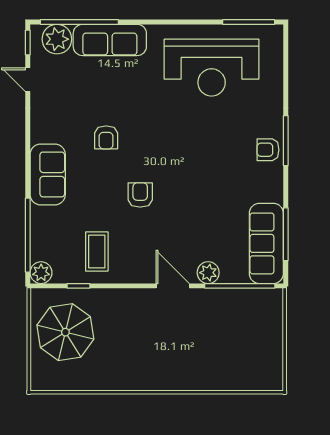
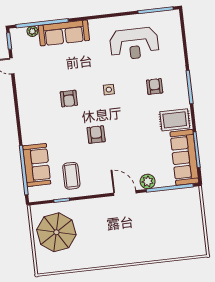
plant: (57, 39) -> (32, 31), width x0.53, depth x0.53
reception desk: (212, 68) -> (134, 44), width x0.74, depth x0.77
side table: (166, 131) -> (109, 90), added
armchair: (268, 150) -> (155, 86), moved, turned 90
sofa: (48, 174) -> (37, 165), moved
rug: (258, 187) -> (175, 120), added
plant: (41, 273) -> (36, 194), removed

